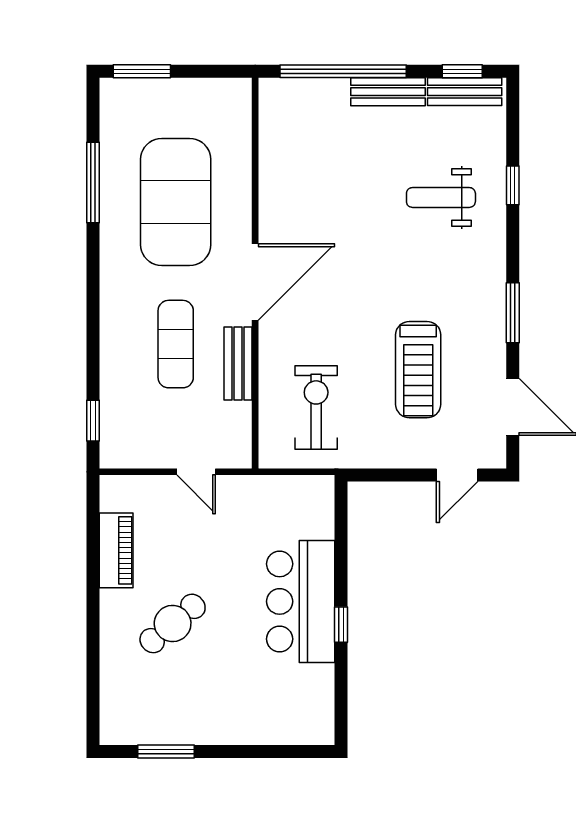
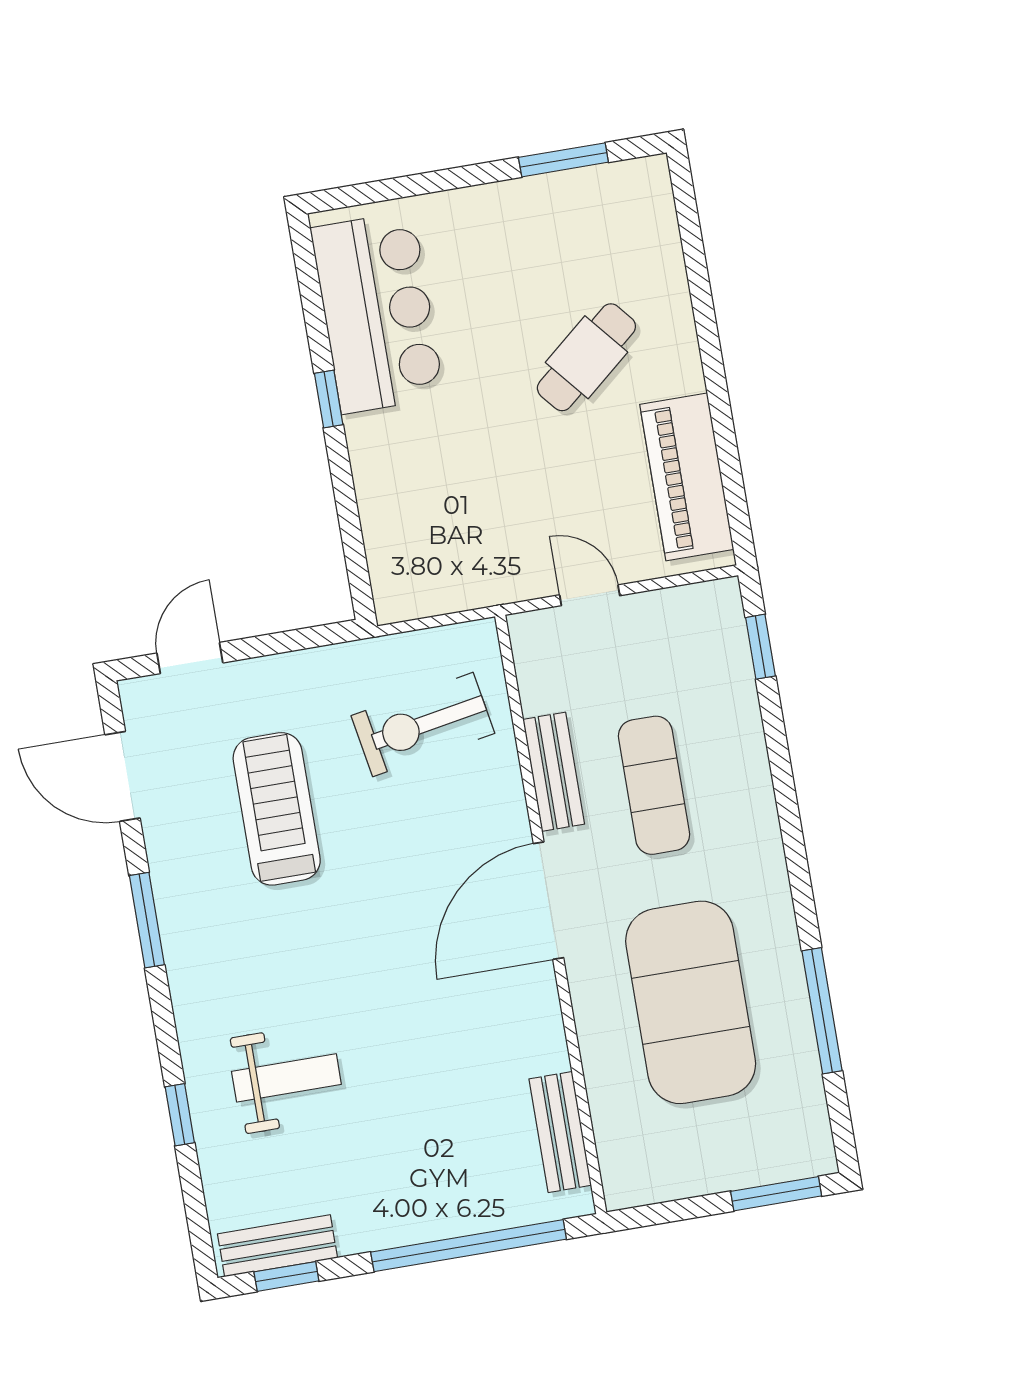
bench: (388, 92) -> (560, 1132), moved, turned 90
exercise bike: (316, 408) -> (423, 725), turned 80
piano: (116, 550) -> (687, 477), width x1.37, depth x1.33
bar counter: (301, 601) -> (377, 312), moved

